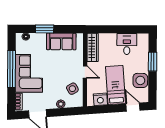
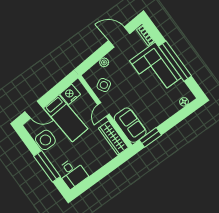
window: (45, 29) -> (150, 137), moved
sofa: (61, 41) -> (130, 125), moved, turned 90
desk: (127, 44) -> (72, 173), moved
window: (153, 62) -> (47, 166), width x1.44
door: (85, 72) -> (104, 109), hinge flipped

